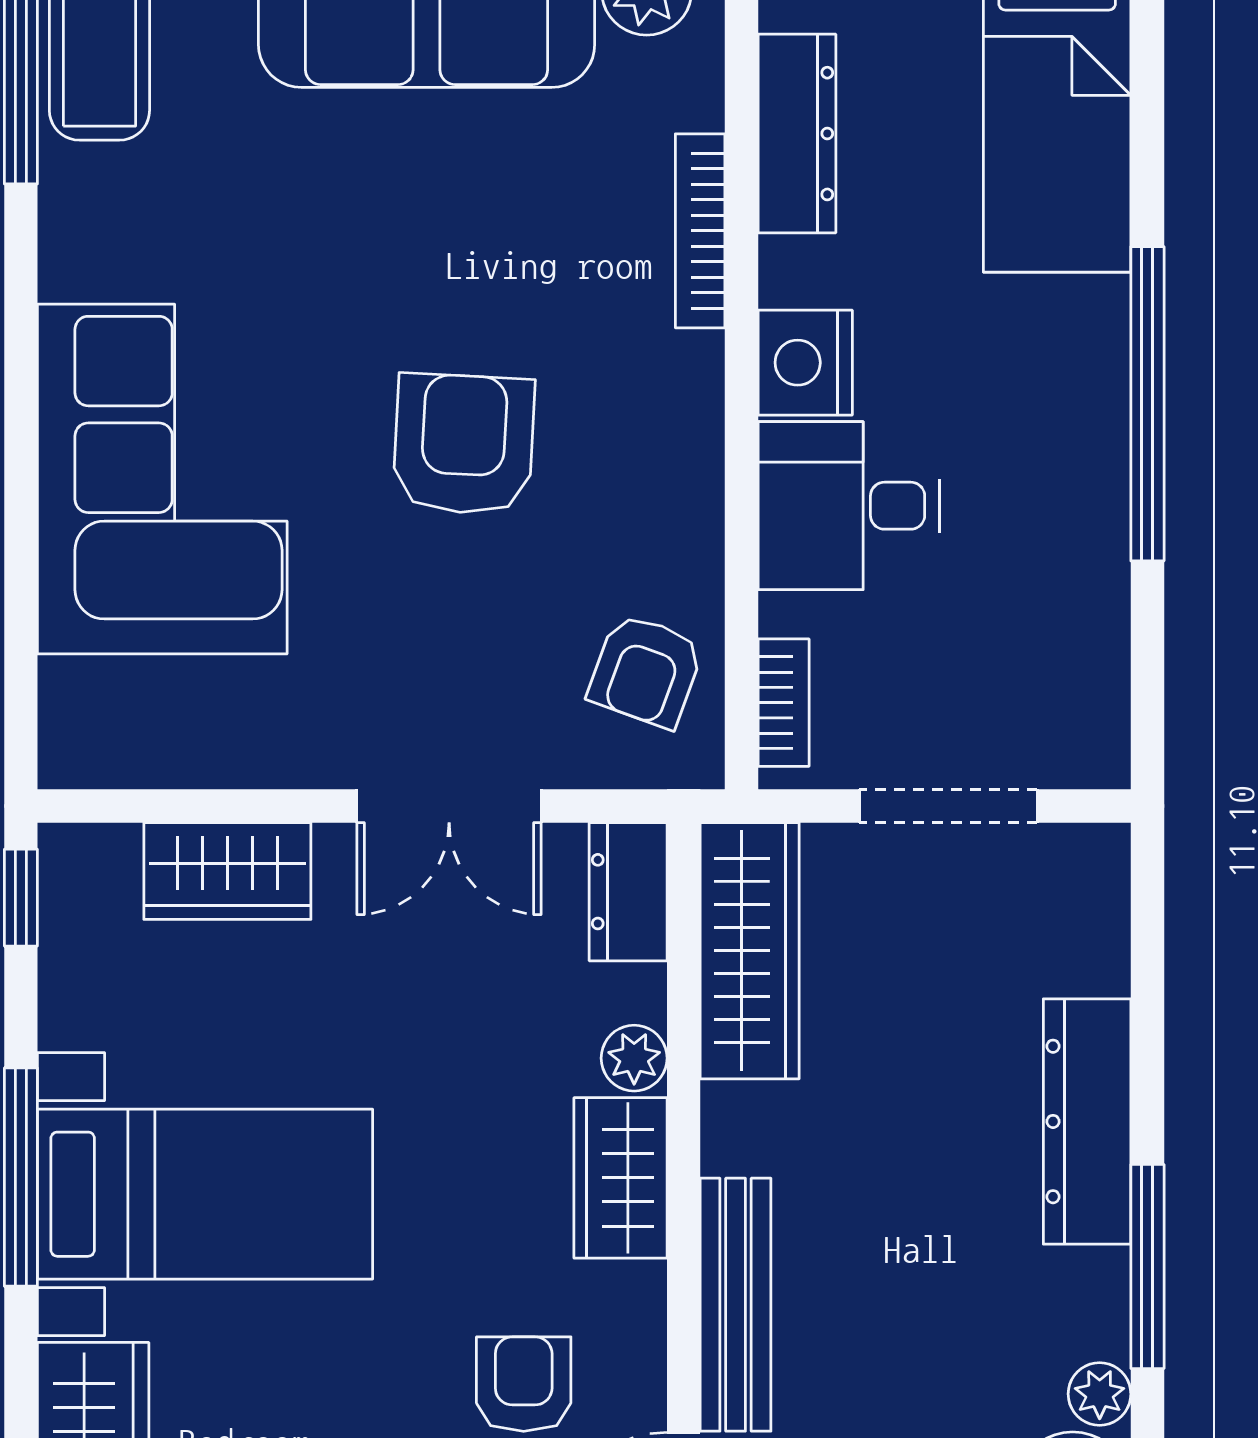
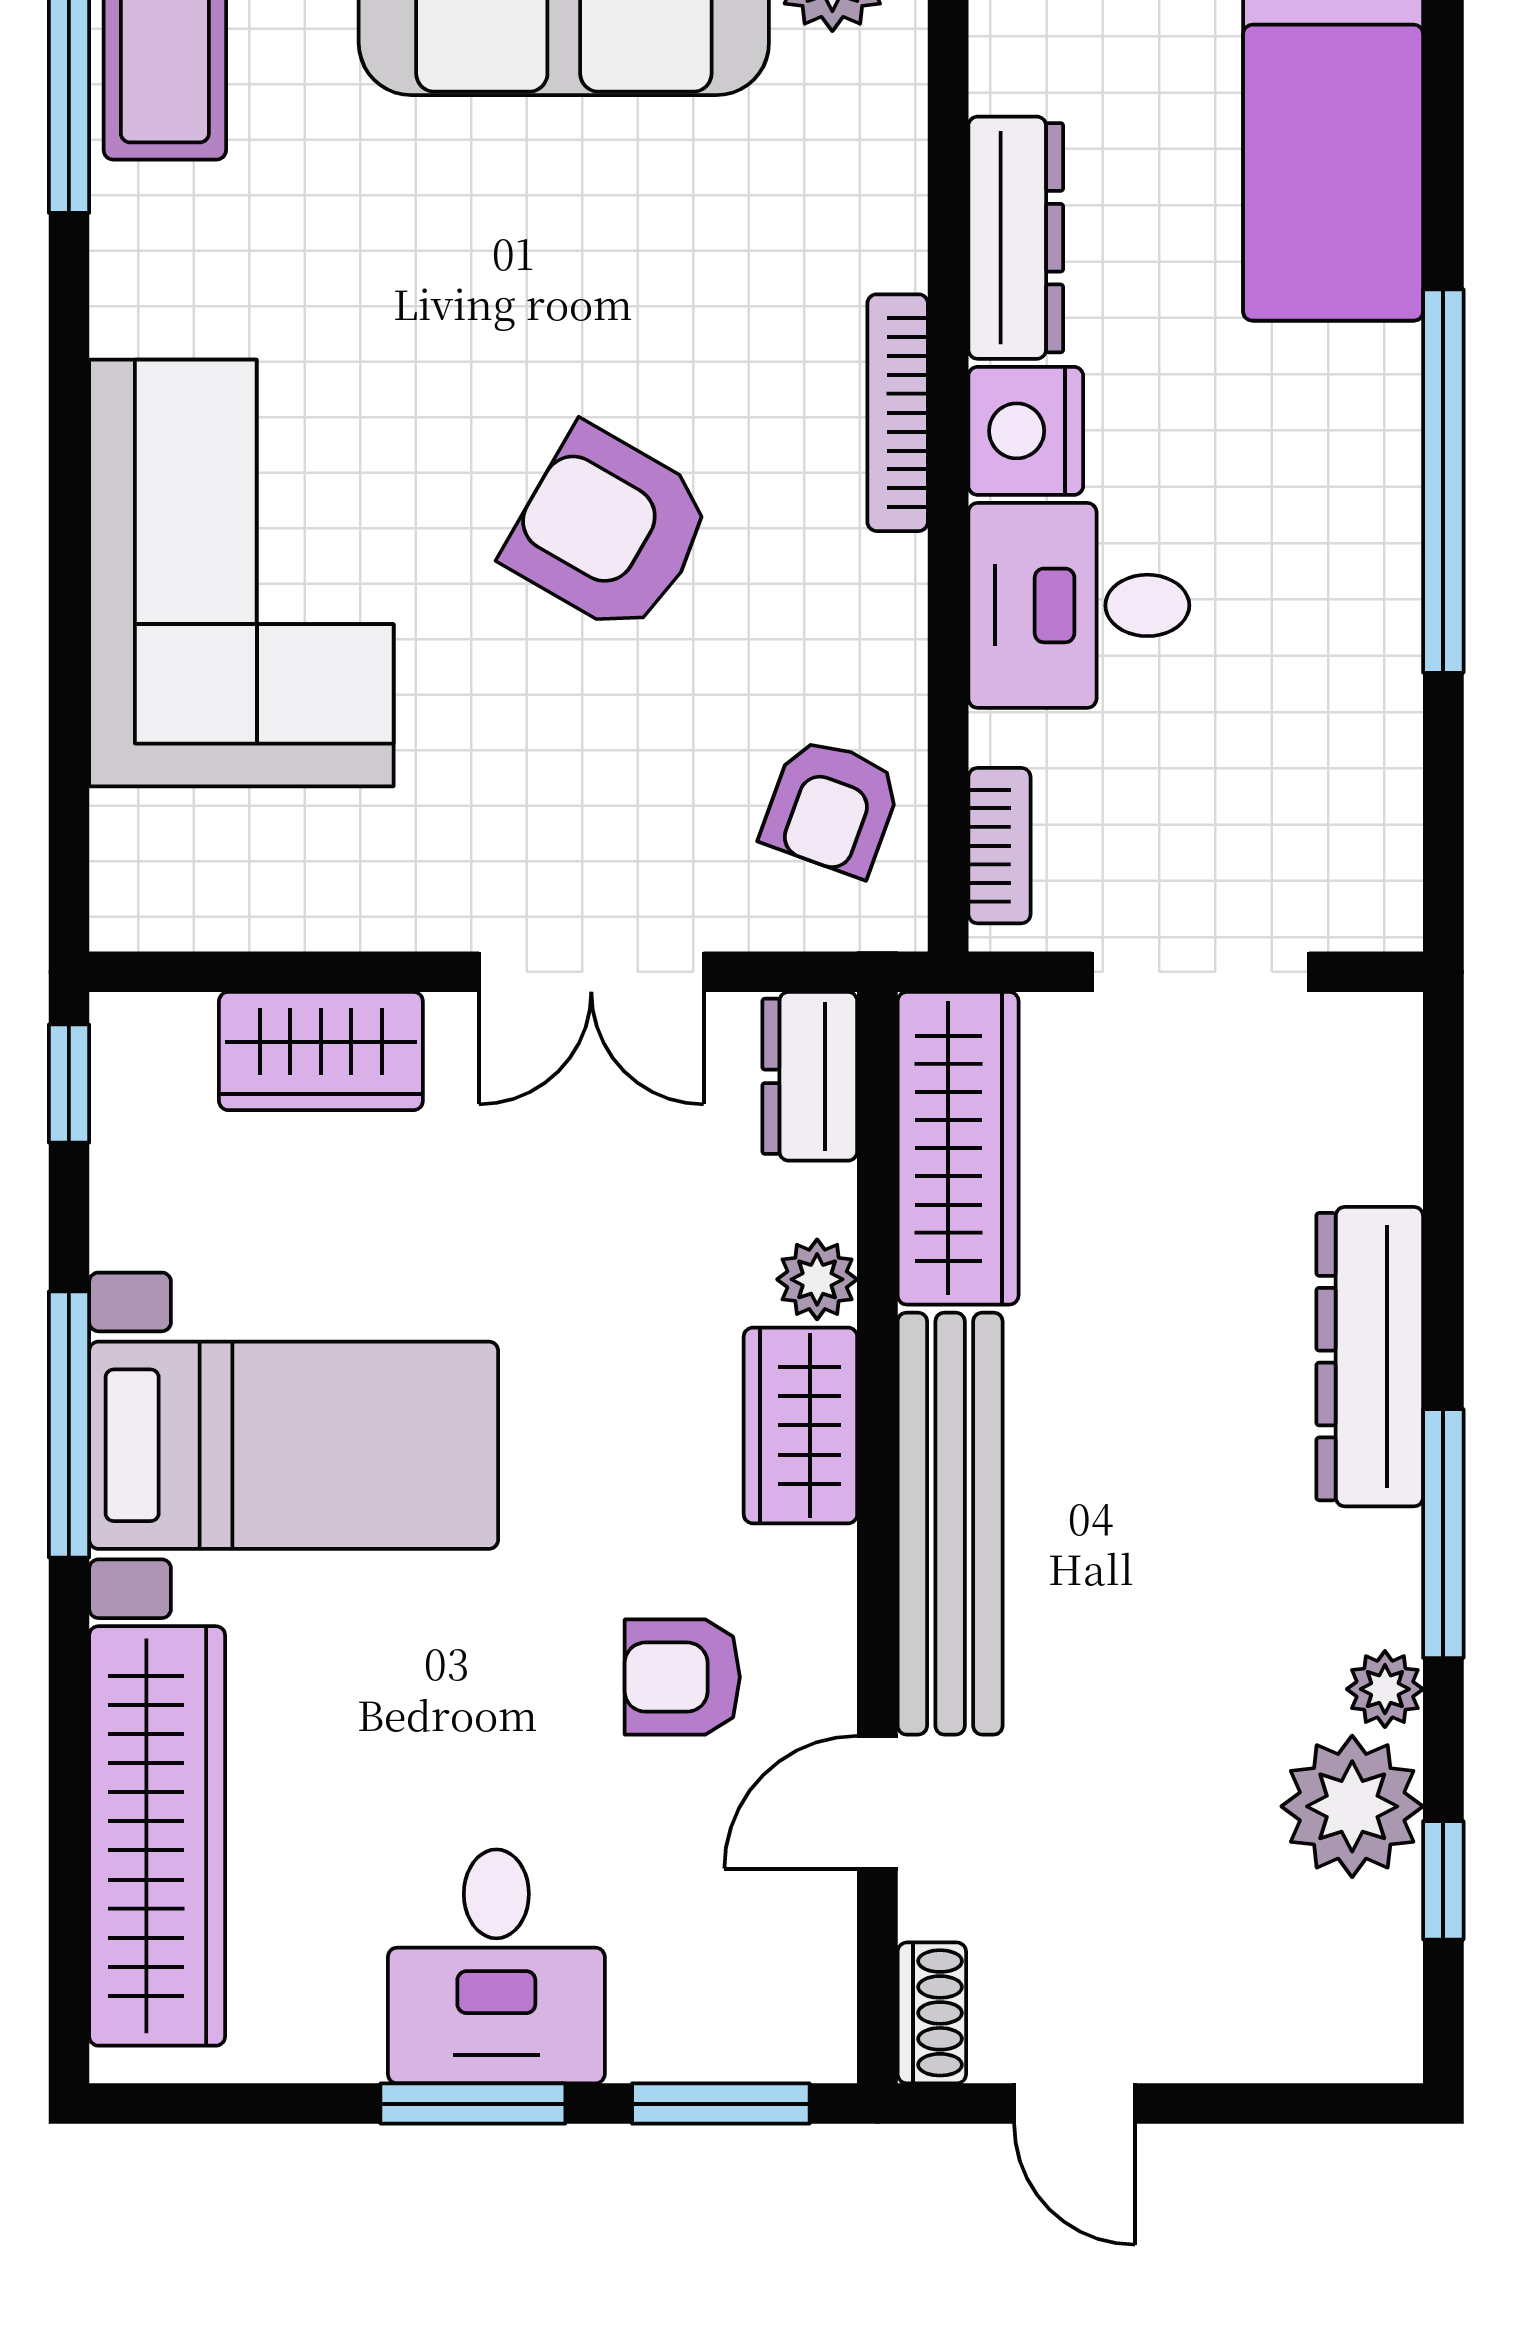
dresser: (797, 134) -> (1016, 238), moved
bookcase: (700, 231) -> (898, 413), moved
armchair: (464, 444) -> (609, 530), turned -63
bench: (736, 1305) -> (950, 1524), width x1.37, depth x1.21
armchair: (524, 1384) -> (682, 1677), turned -90

